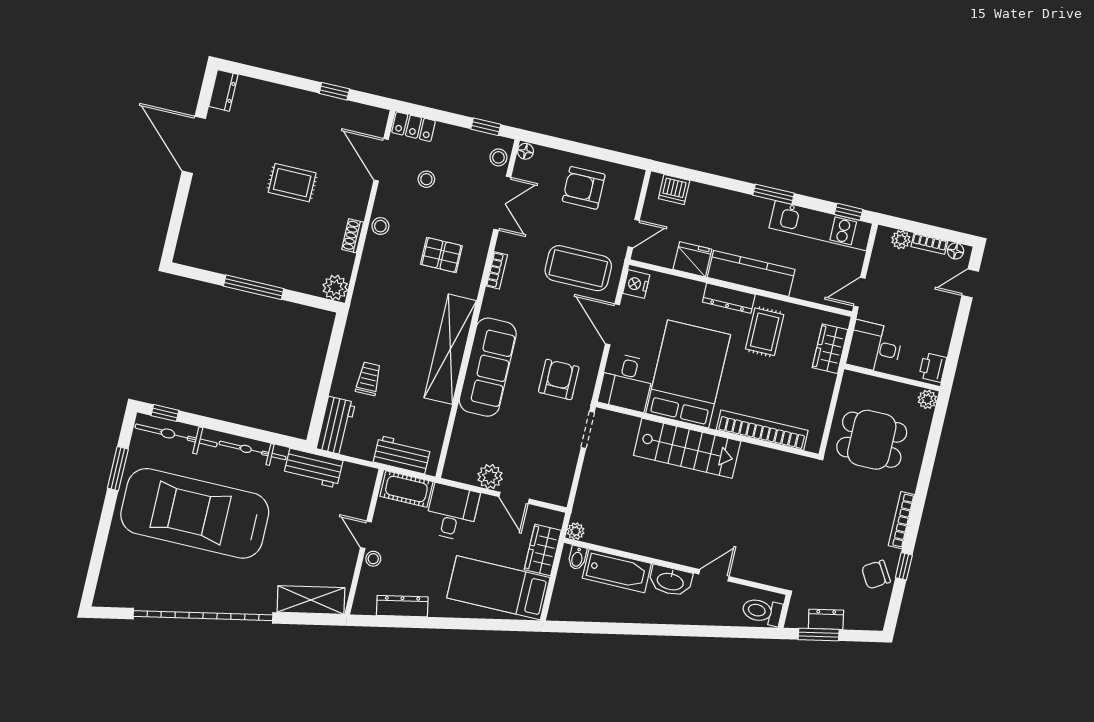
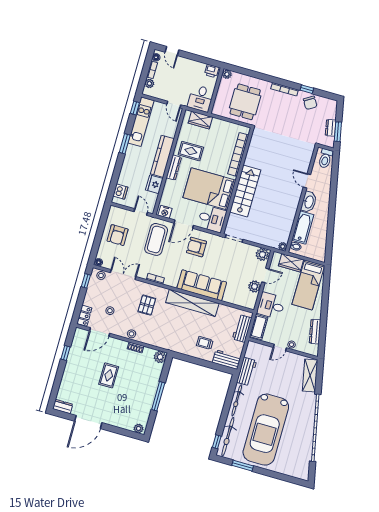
plant: (185, 250) -> (139, 428), added
armchair: (559, 379) -> (197, 247), moved
plant: (557, 490) -> (262, 254), added

